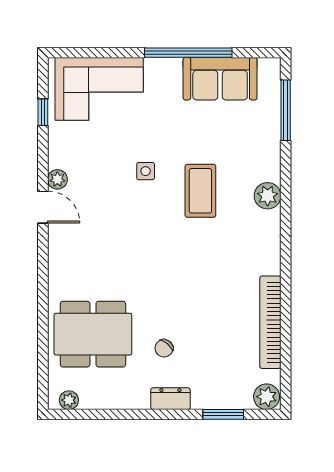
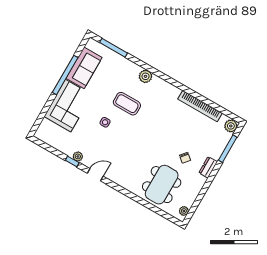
corner sofa: (99, 89) -> (68, 106), moved
window: (43, 112) -> (72, 162), moved
plant: (57, 179) -> (78, 156), moved
window: (223, 414) -> (228, 149), width x1.44

